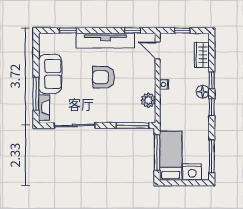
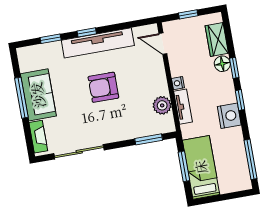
window: (133, 31) -> (87, 32), moved
floor lamp: (203, 92) -> (222, 64), moved
window: (36, 94) -> (21, 98), moved
tv unit: (165, 104) -> (183, 107), added
window: (132, 126) -> (149, 139), width x0.69
window: (157, 152) -> (184, 166), width x0.69
nightstand: (192, 172) -> (229, 116), moved, turned -90

